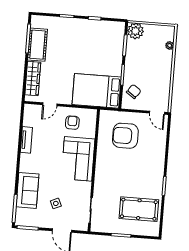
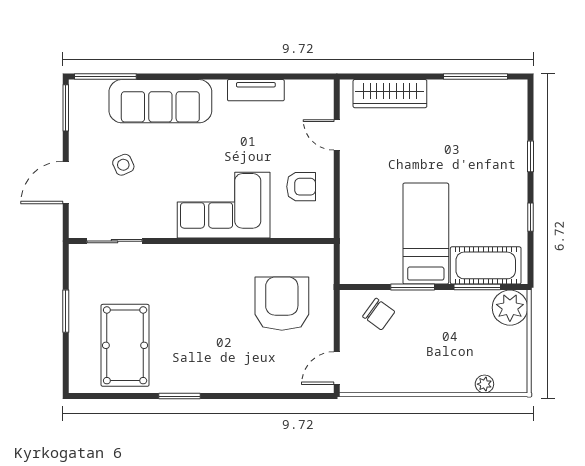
cot: (38, 45) -> (486, 265), moved
bed: (97, 91) -> (426, 234), moved, width x0.67
sofa: (27, 190) -> (160, 101), width x1.36

